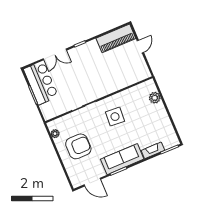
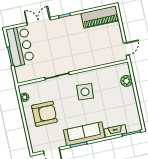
door: (140, 47) -> (126, 49), moved
double door: (55, 54) -> (39, 21), swing flipped

